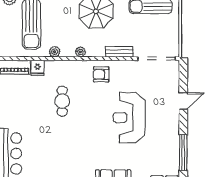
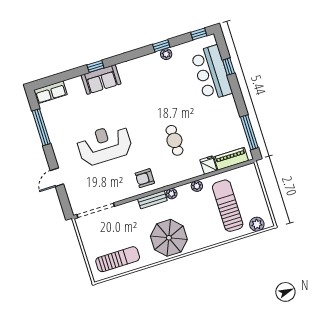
bench: (119, 52) -> (152, 200), moved
armchair: (101, 74) -> (145, 178), turned 180
reception desk: (129, 118) -> (104, 145), turned -90

